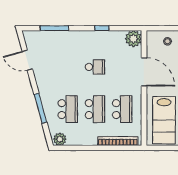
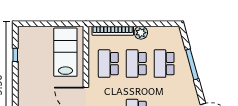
plant: (60, 139) -> (141, 33), moved

